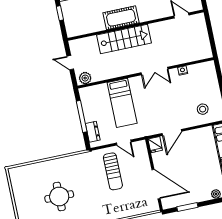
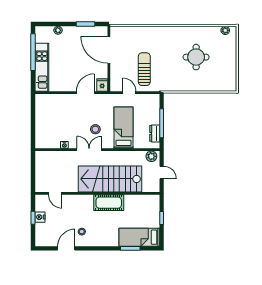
stairs: (124, 39) -> (110, 179), width x1.36, depth x1.51
stool: (203, 109) -> (95, 129), moved
dresser: (93, 132) -> (155, 133), moved

